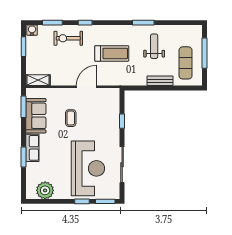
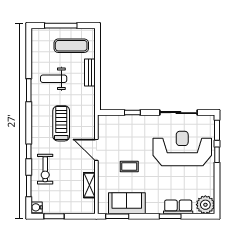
shelving: (38, 80) -> (89, 185), moved
row of seats: (32, 148) -> (178, 207), moved
plant: (45, 190) -> (205, 205), moved

